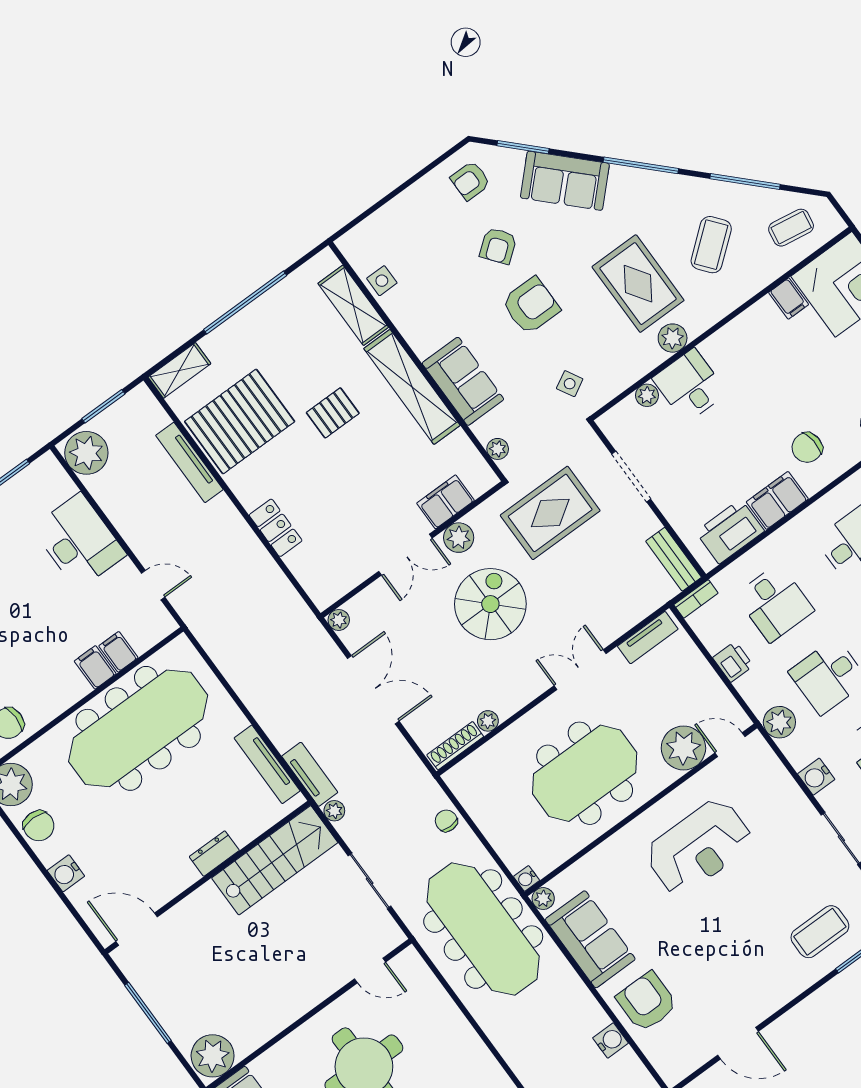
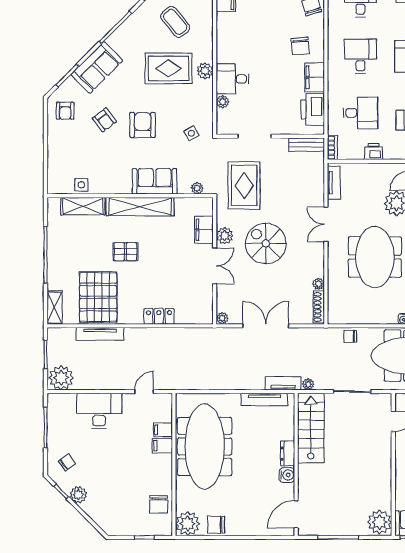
pallet: (333, 413) -> (125, 252), turned 90
chair: (39, 826) -> (216, 525), turned 180
water cooler: (66, 873) -> (287, 475), moved, turned -90

